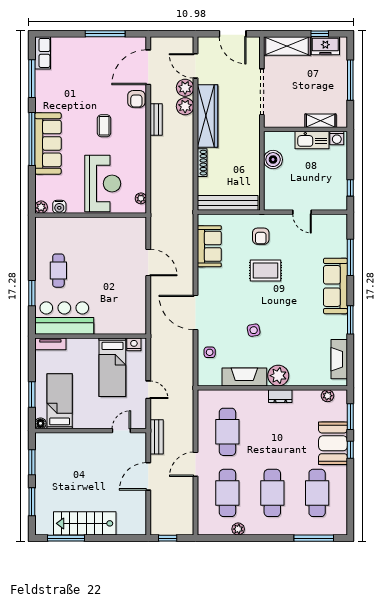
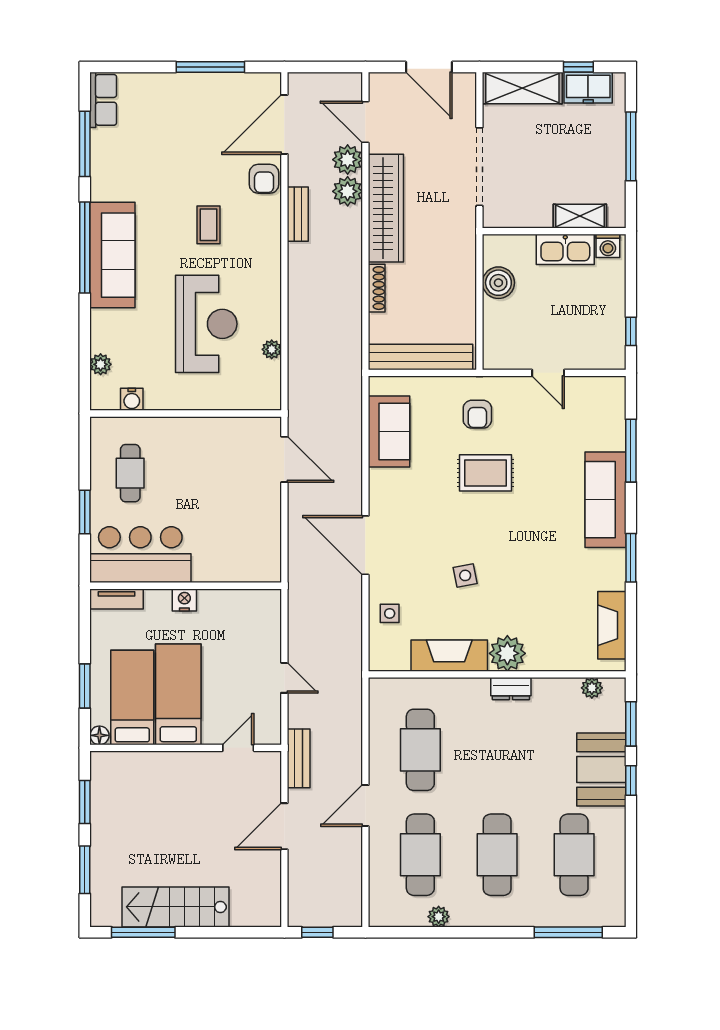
water cooler: (59, 207) -> (132, 399), moved
wall: (91, 215) -> (186, 413), moved
nightstand: (134, 344) -> (184, 600), moved
bed: (112, 367) -> (178, 694), moved, turned 180

